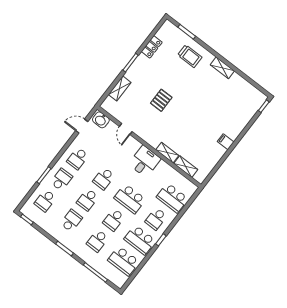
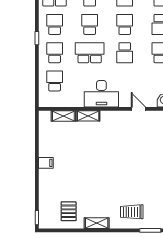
pallet: (161, 100) -> (69, 211), moved
desk: (145, 161) -> (101, 94), width x1.37
school desk: (104, 179) -> (125, 53), turned 180
school desk: (172, 198) -> (55, 81), width x0.54
school desk: (140, 240) -> (55, 24), width x0.54

